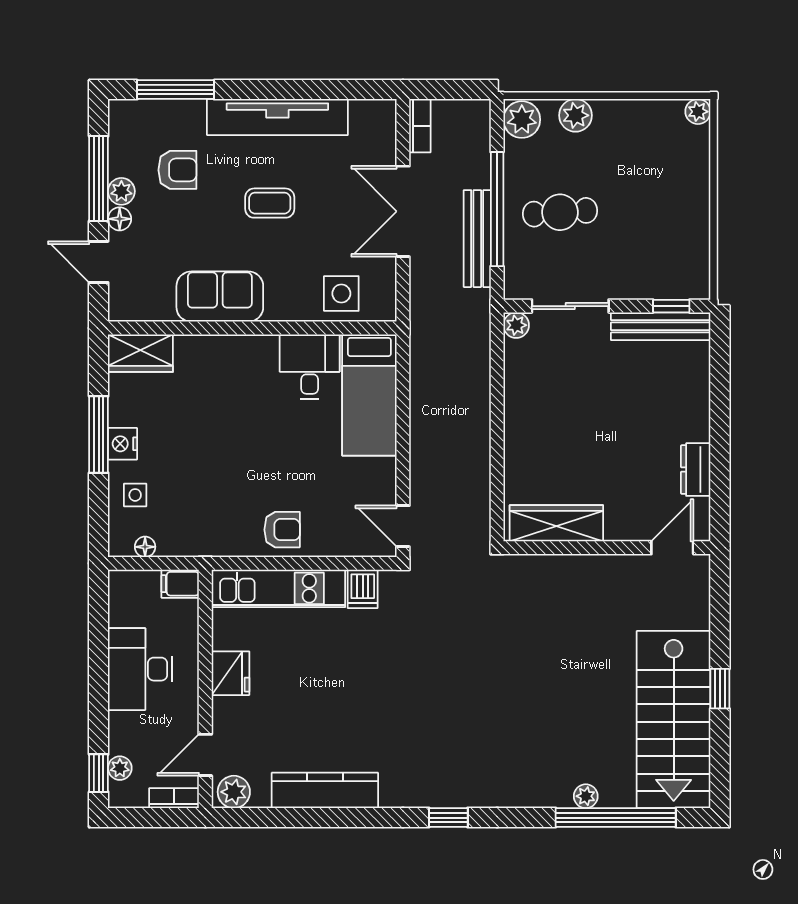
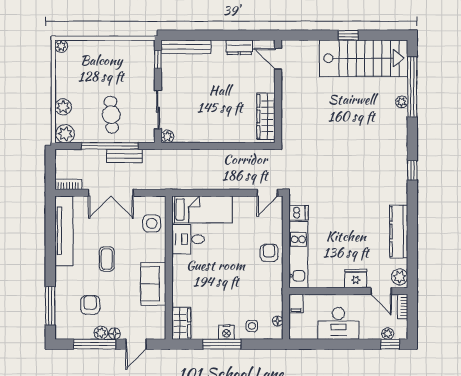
tv unit: (277, 117) -> (64, 231), moved
bench: (477, 239) -> (124, 156), width x0.73
bench: (661, 326) -> (186, 47), moved, turned 90
fridge: (230, 673) -> (356, 279), moved

